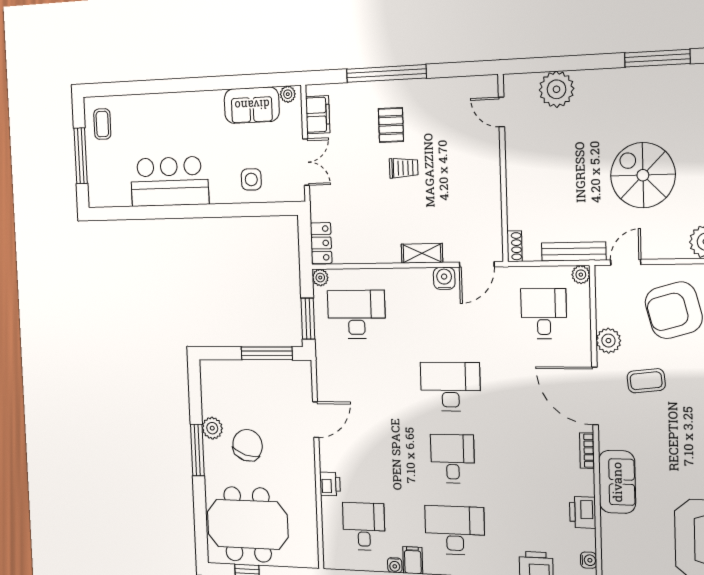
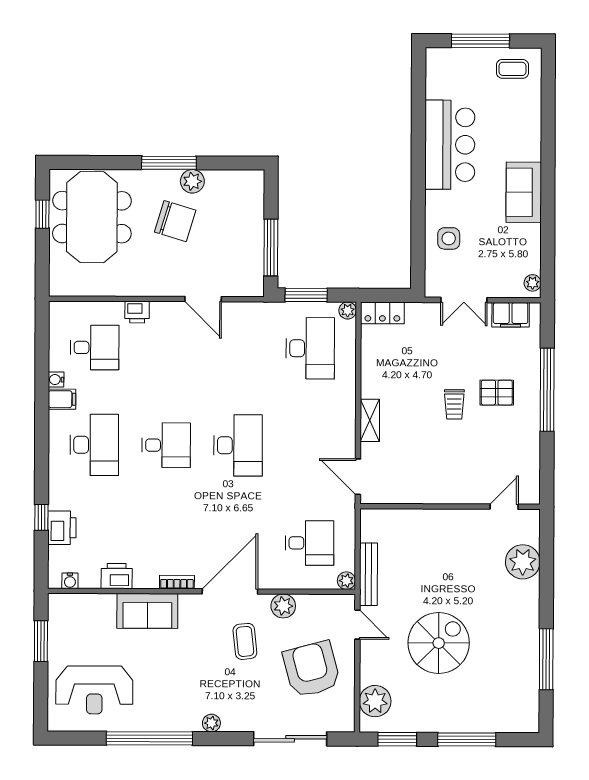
sofa: (252, 105) -> (524, 192), moved
shoe rack: (515, 246) -> (375, 516), removed
water cooler: (444, 278) -> (345, 443), removed

